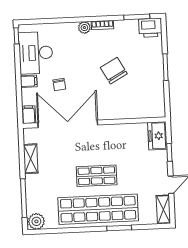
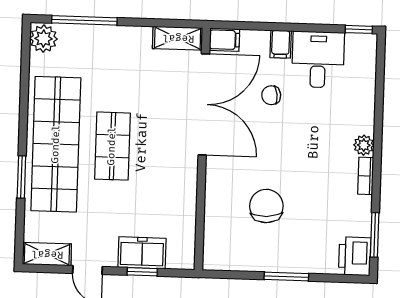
desk: (36, 53) -> (318, 59), width x0.73
chair: (114, 71) -> (266, 206), moved, turned -64
freezer: (157, 136) -> (142, 253), moved
shelving: (31, 159) -> (178, 38), moved

